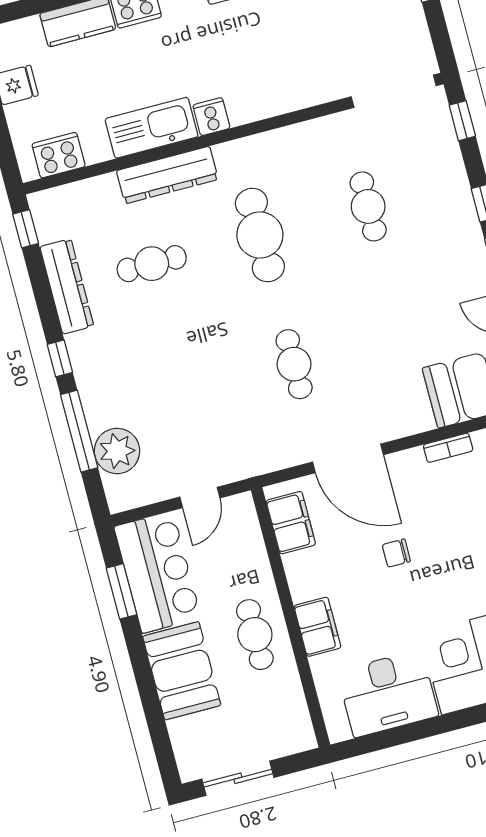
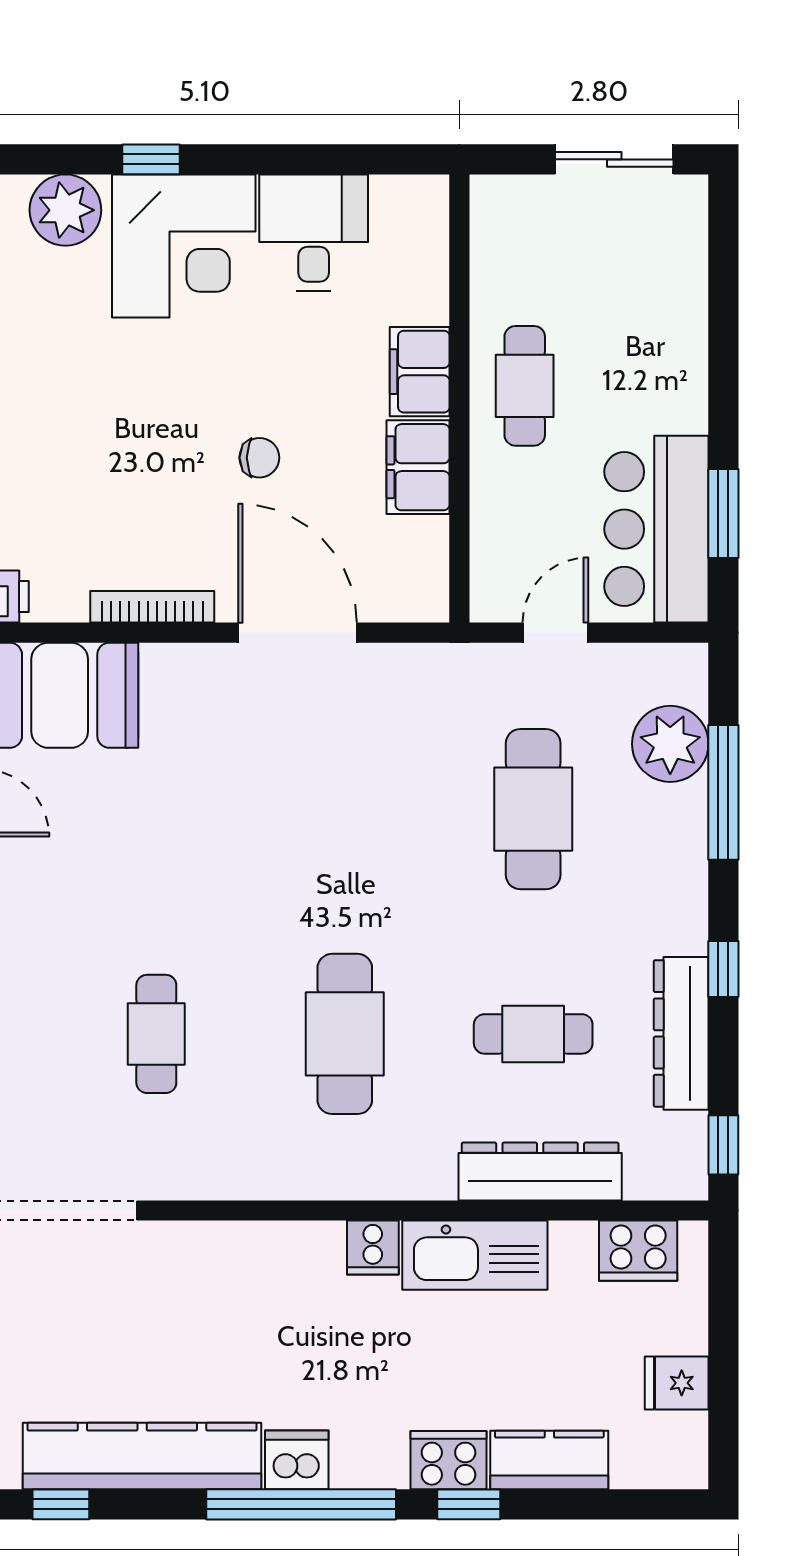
dresser: (167, 175) -> (540, 1171), moved
window: (60, 358) -> (723, 969), moved
cafe table: (294, 364) -> (533, 809), moved, width x1.37, depth x1.35
bookcase: (448, 448) -> (152, 607), width x1.56
filing cabinet: (291, 523) -> (418, 467), moved
booth: (182, 671) -> (659, 358), removed
desk: (388, 694) -> (314, 233), width x0.73

